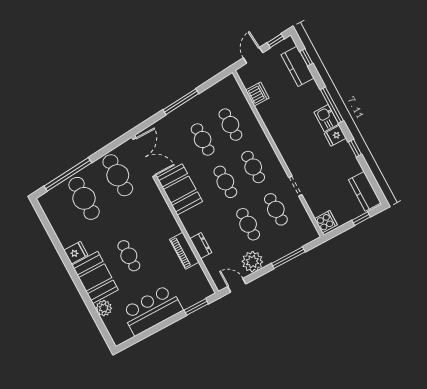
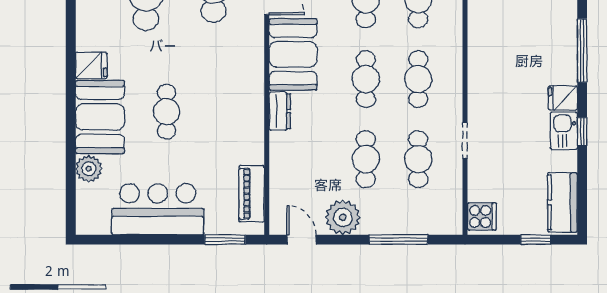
kitchen sink: (326, 118) -> (564, 131), moved
dresser: (201, 246) -> (280, 111), moved
piano: (184, 251) -> (252, 194), moved

